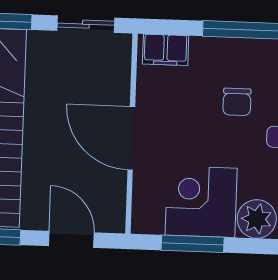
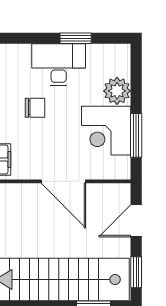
door: (131, 138) -> (63, 181), hinge flipped

